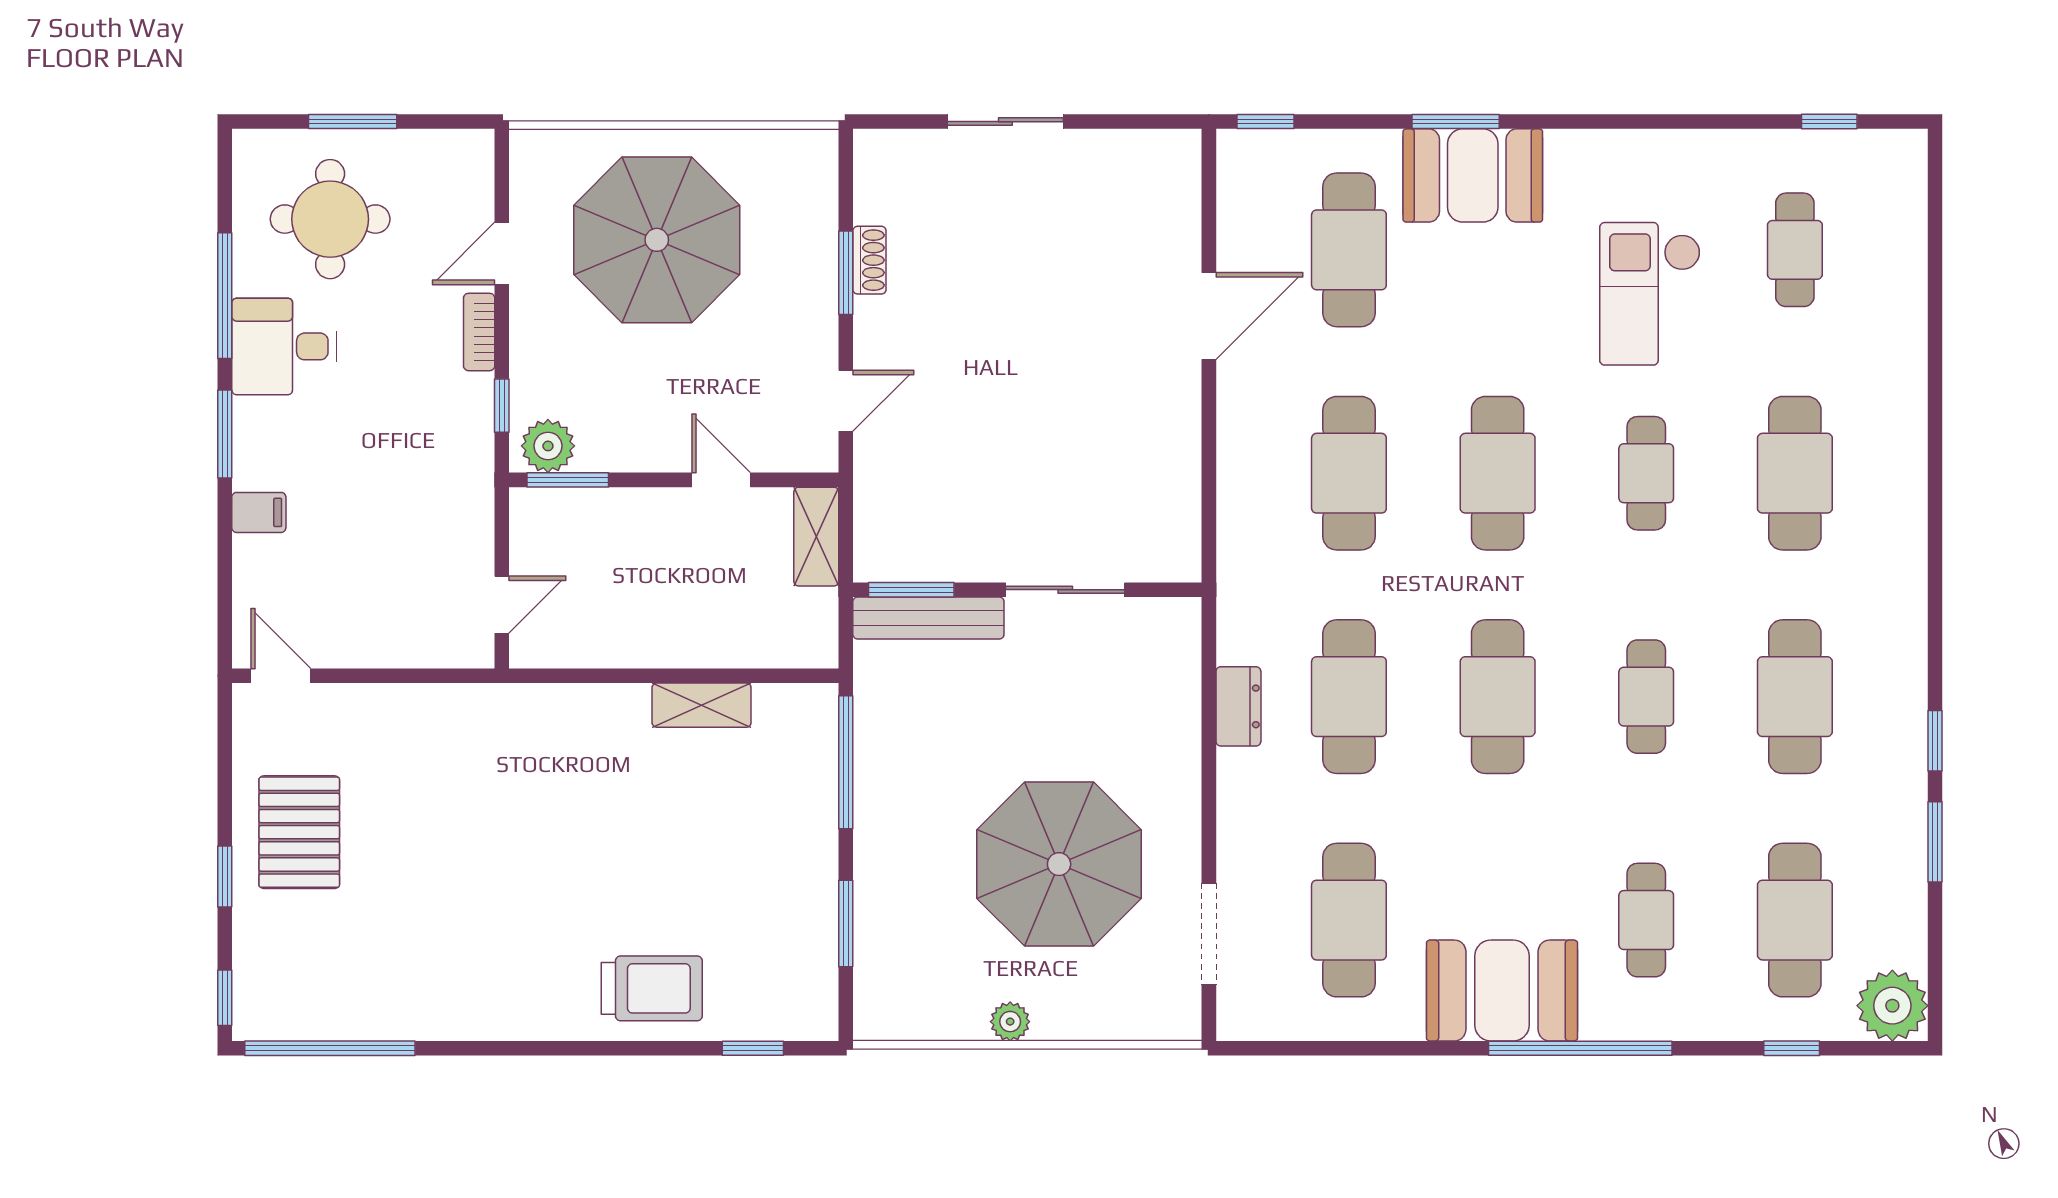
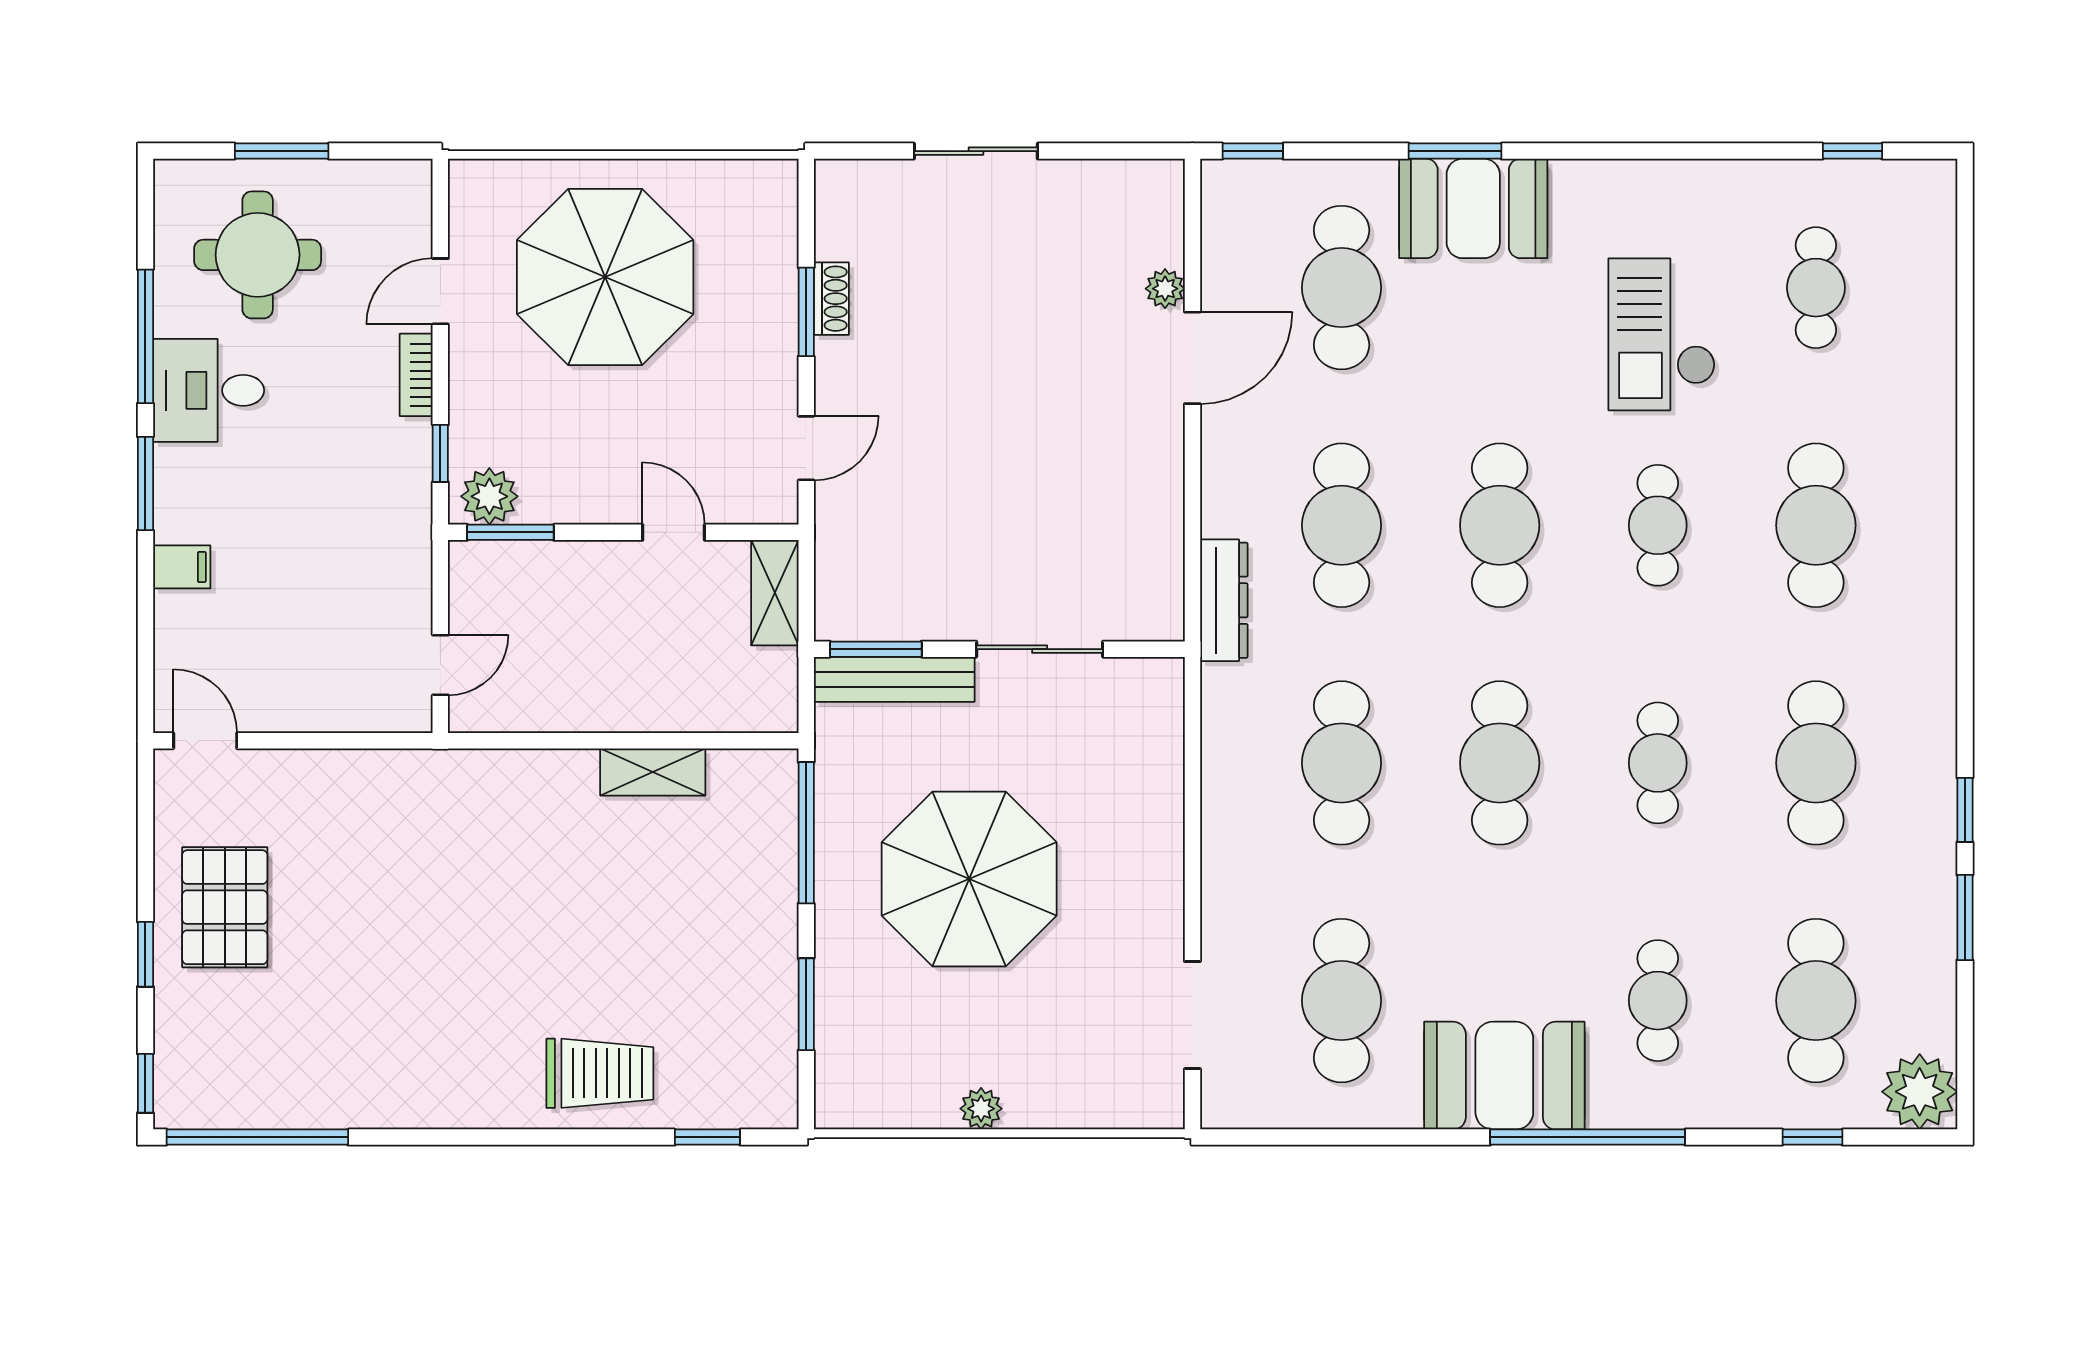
plant: (1183, 251) -> (1165, 289), added
dresser: (1238, 706) -> (1224, 600), moved, width x1.44
parasol: (1059, 864) -> (969, 879), moved

